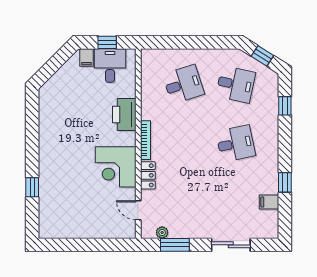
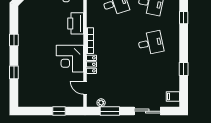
window: (32, 139) -> (14, 40), added
filing cabinet: (269, 202) -> (173, 97), moved
window: (99, 245) -> (59, 111), added

